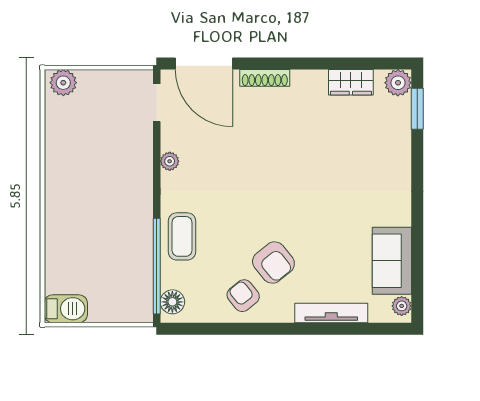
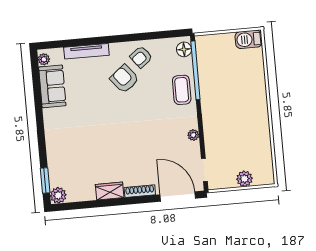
wardrobe: (351, 82) -> (110, 191), moved
plant: (63, 83) -> (244, 179), moved
armchair: (243, 296) -> (141, 57), turned 92

